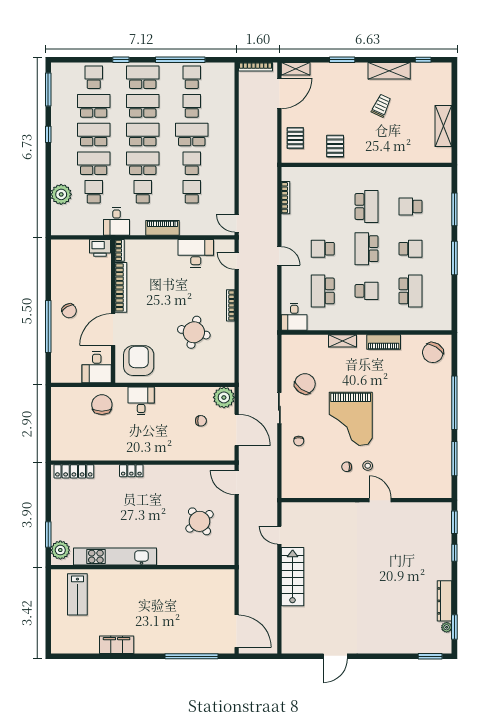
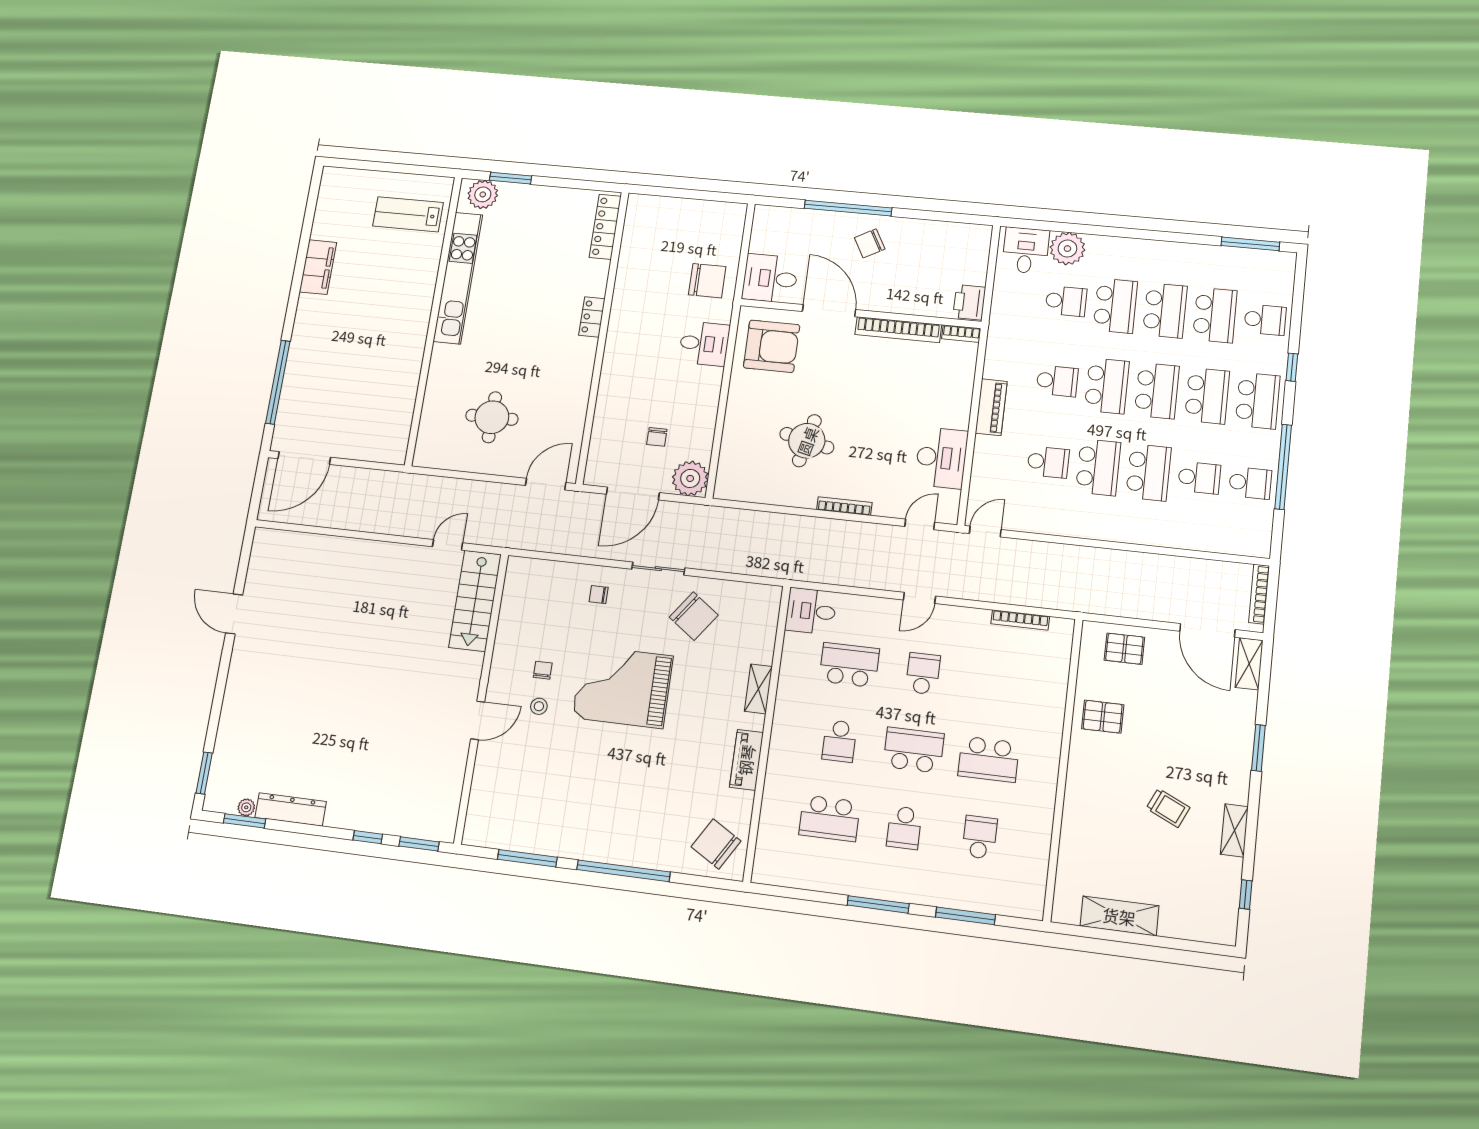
shelving: (389, 71) -> (1234, 830), width x0.67, depth x0.75
window: (48, 134) -> (1173, 237), removed
school desk: (192, 163) -> (1098, 467), width x1.85
desk: (117, 221) -> (1026, 250), moved, turned 90
round table: (199, 521) -> (492, 417), turned 36
stairs: (293, 577) -> (475, 601), moved, turned 90

